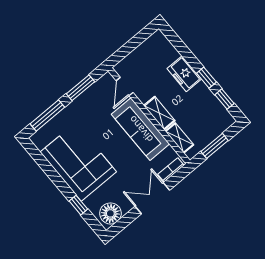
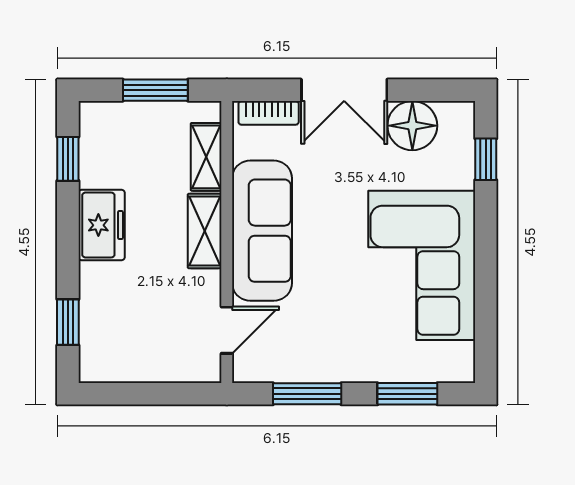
freezer: (184, 74) -> (102, 225), moved
window: (206, 78) -> (68, 322), moved
window: (47, 116) -> (407, 394), width x0.69
window: (78, 205) -> (486, 159), moved
floor lamp: (110, 213) -> (412, 126), moved

